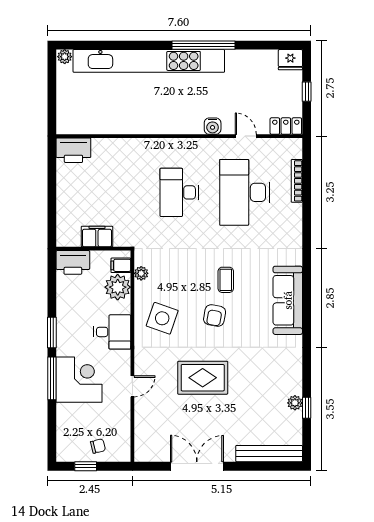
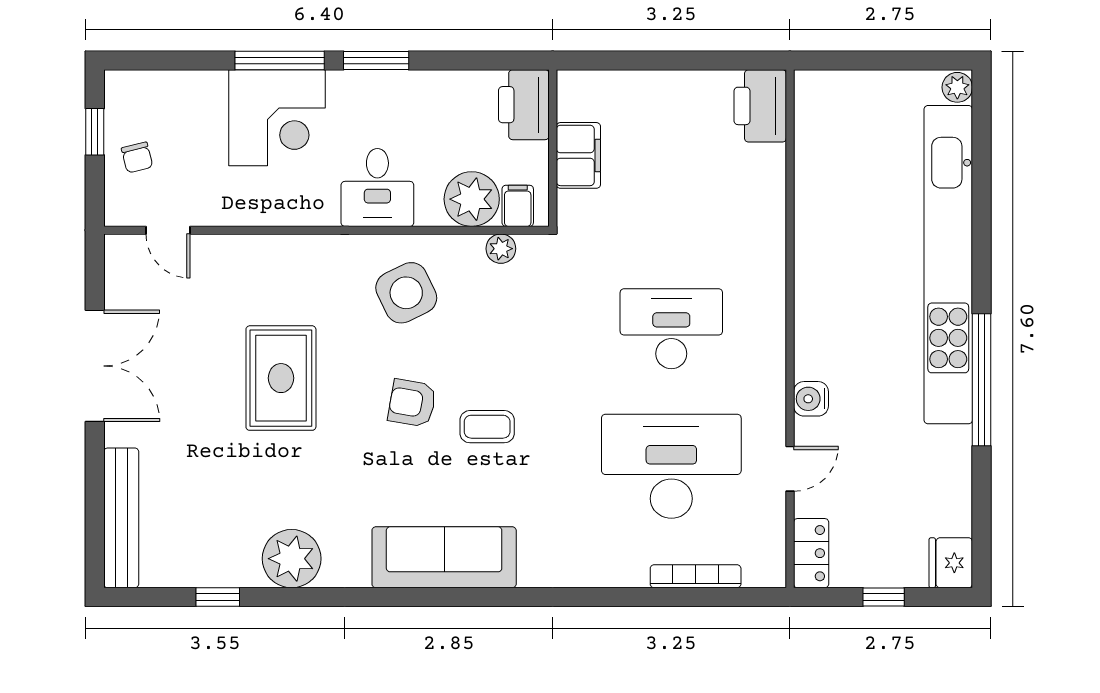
side table: (162, 318) -> (406, 293), turned 45
door: (132, 386) -> (168, 230), moved
plant: (295, 403) -> (292, 559), moved, width x1.88, depth x1.88

